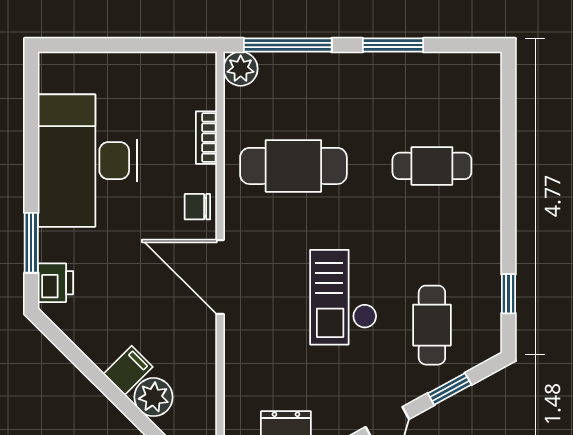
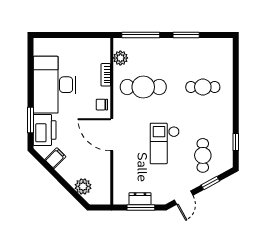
plant: (241, 69) -> (120, 58), moved
printer: (56, 283) -> (45, 130), width x1.87, depth x1.48
filing cabinet: (128, 370) -> (55, 158), moved

